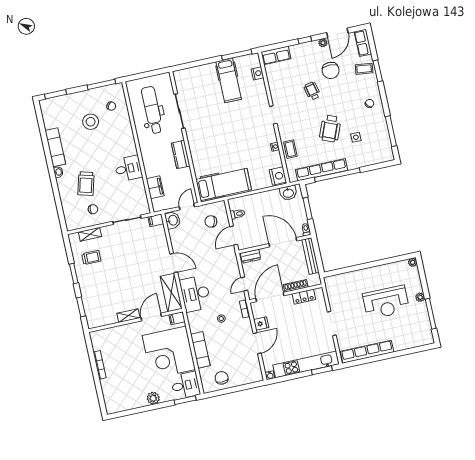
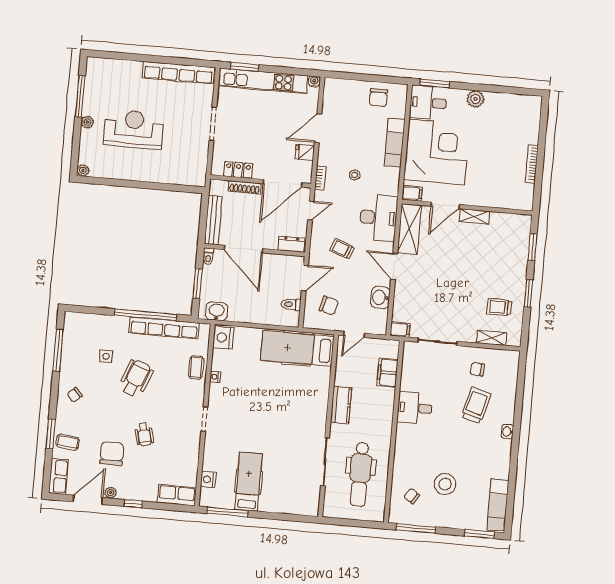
exam couch: (55, 147) -> (498, 505), moved
washbasin: (173, 220) -> (380, 297), moved
trolley: (214, 264) -> (342, 249), added

